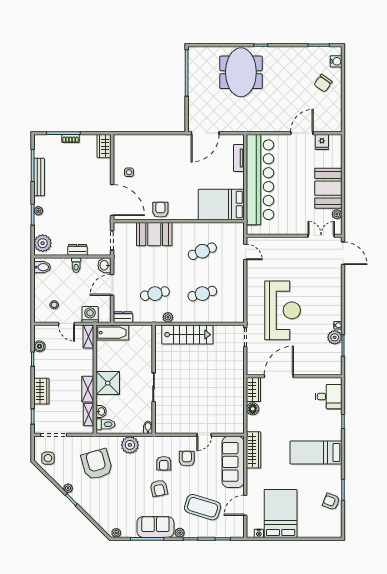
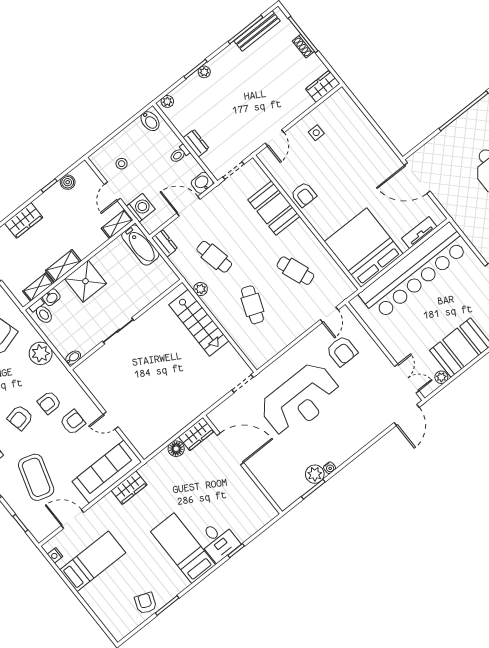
bench: (39, 177) -> (257, 31), moved
door: (112, 200) -> (274, 138), width x0.53
bed: (221, 204) -> (364, 248), width x1.36
armchair: (160, 210) -> (304, 195), turned 90
plant: (43, 243) -> (167, 101), width x0.53, depth x0.53
armchair: (273, 262) -> (342, 351), added
cafe table: (202, 294) -> (252, 305), turned 36
desk: (329, 397) -> (218, 541), moved
wardrobe: (254, 450) -> (129, 488), width x0.67
bed: (281, 513) -> (93, 561), width x0.67

